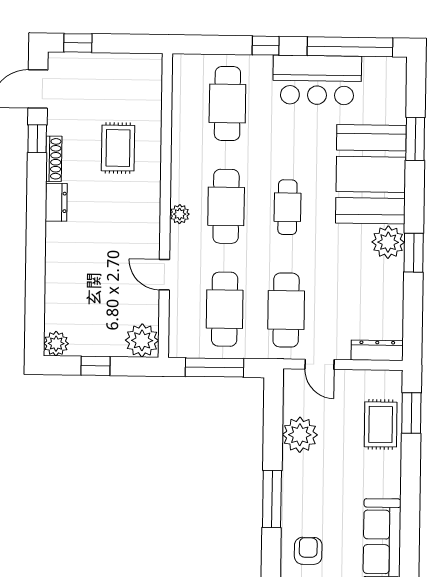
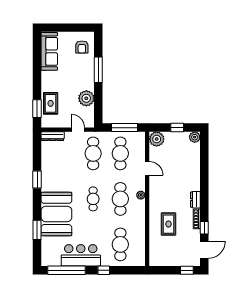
plant: (388, 242) -> (48, 184), removed

